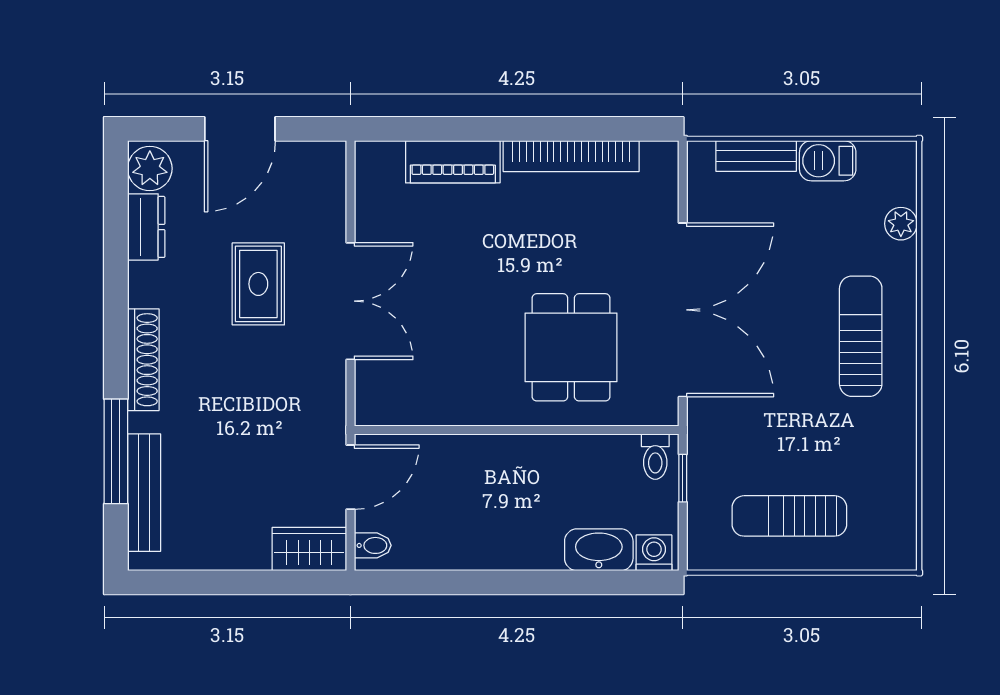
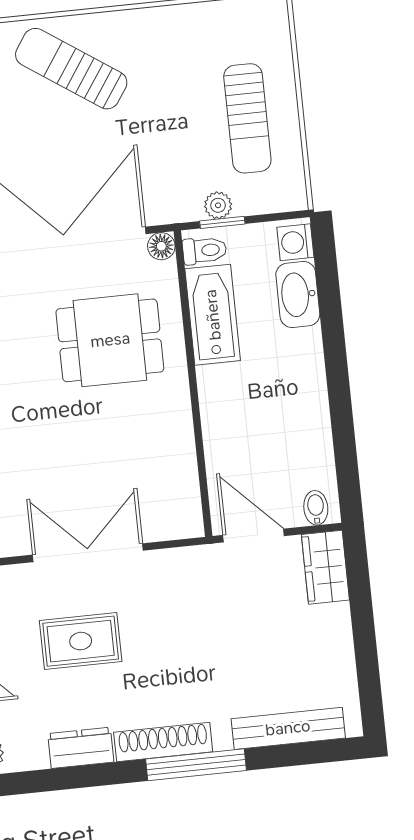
dresser: (146, 227) -> (81, 748), moved
sun lounger: (861, 336) -> (71, 69), turned 34
floor lamp: (664, 412) -> (161, 246), added
window: (116, 451) -> (196, 765), moved
bathtub: (587, 458) -> (213, 315), added
plant: (701, 476) -> (218, 205), added

